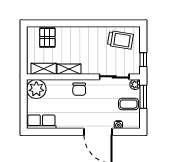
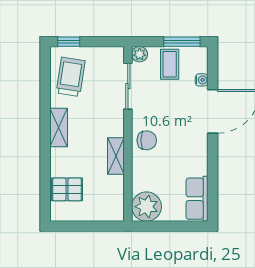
window: (143, 60) -> (69, 42), moved
shelving: (44, 69) -> (59, 127), moved
window: (143, 97) -> (182, 42), moved

